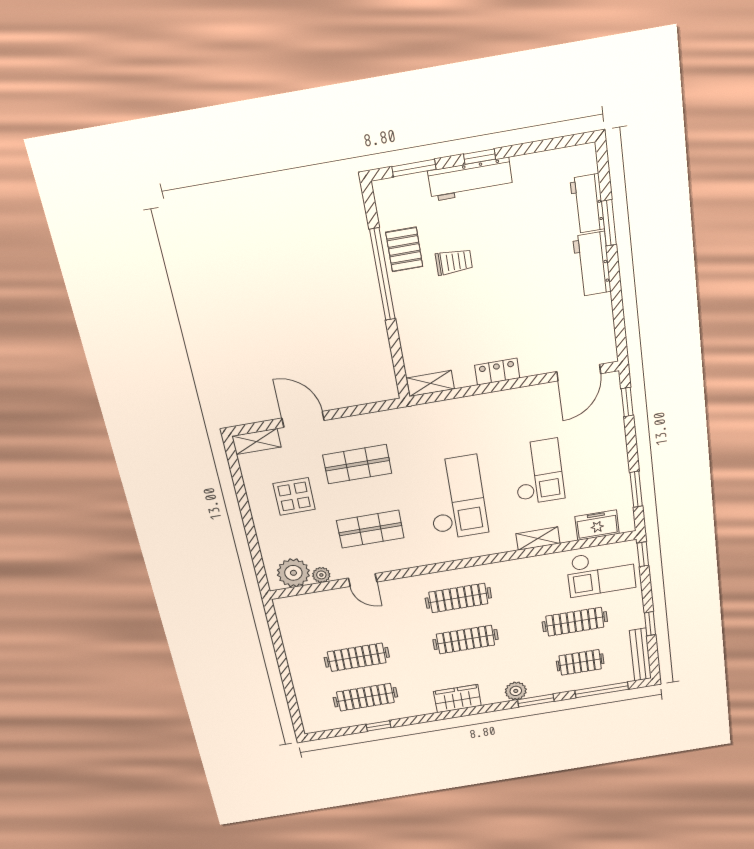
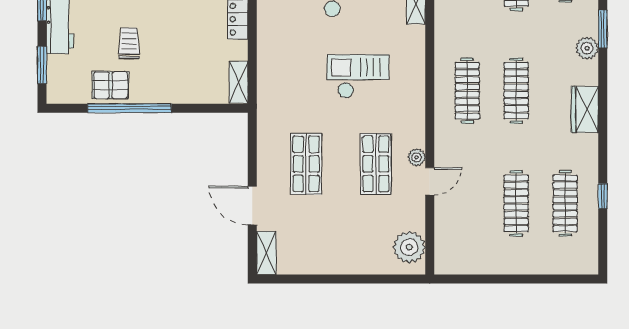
door: (303, 419) -> (252, 206), hinge flipped
display table: (294, 496) -> (328, 230), removed
checkout: (456, 498) -> (358, 76), width x0.73, depth x0.83
plant: (321, 575) -> (417, 157), moved

